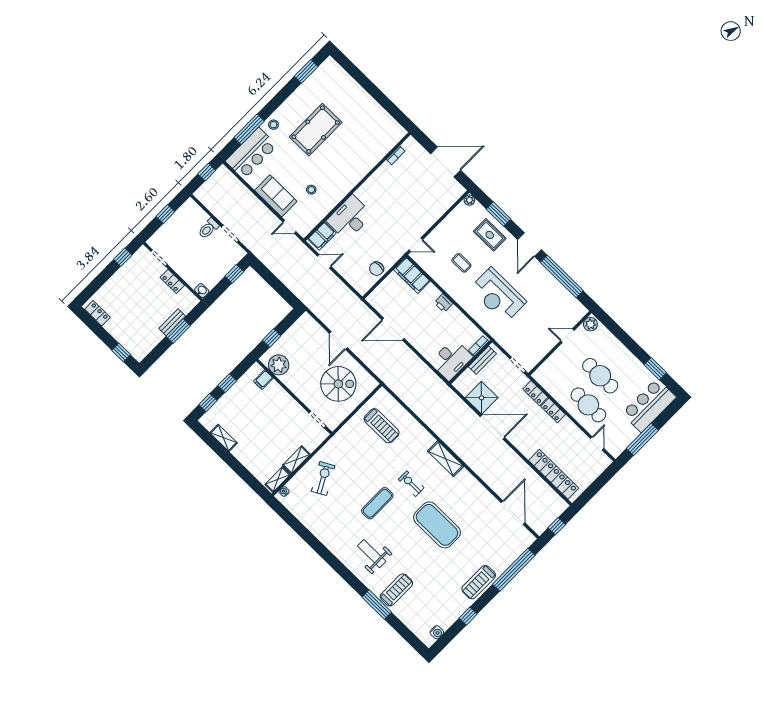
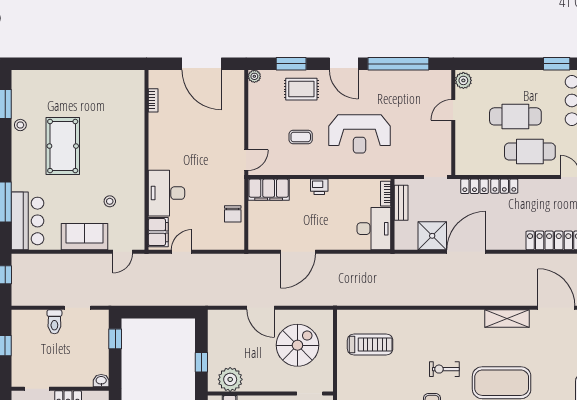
stool: (274, 125) -> (20, 125), moved
door: (446, 162) -> (202, 64), swing flipped
shelving: (446, 459) -> (507, 319), moved

